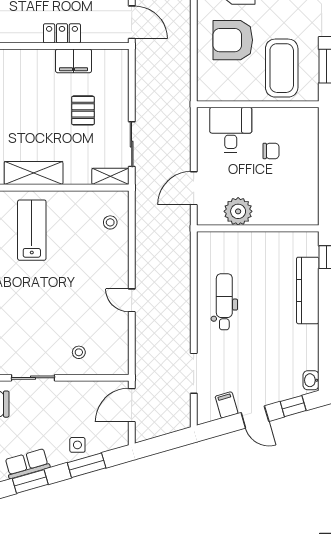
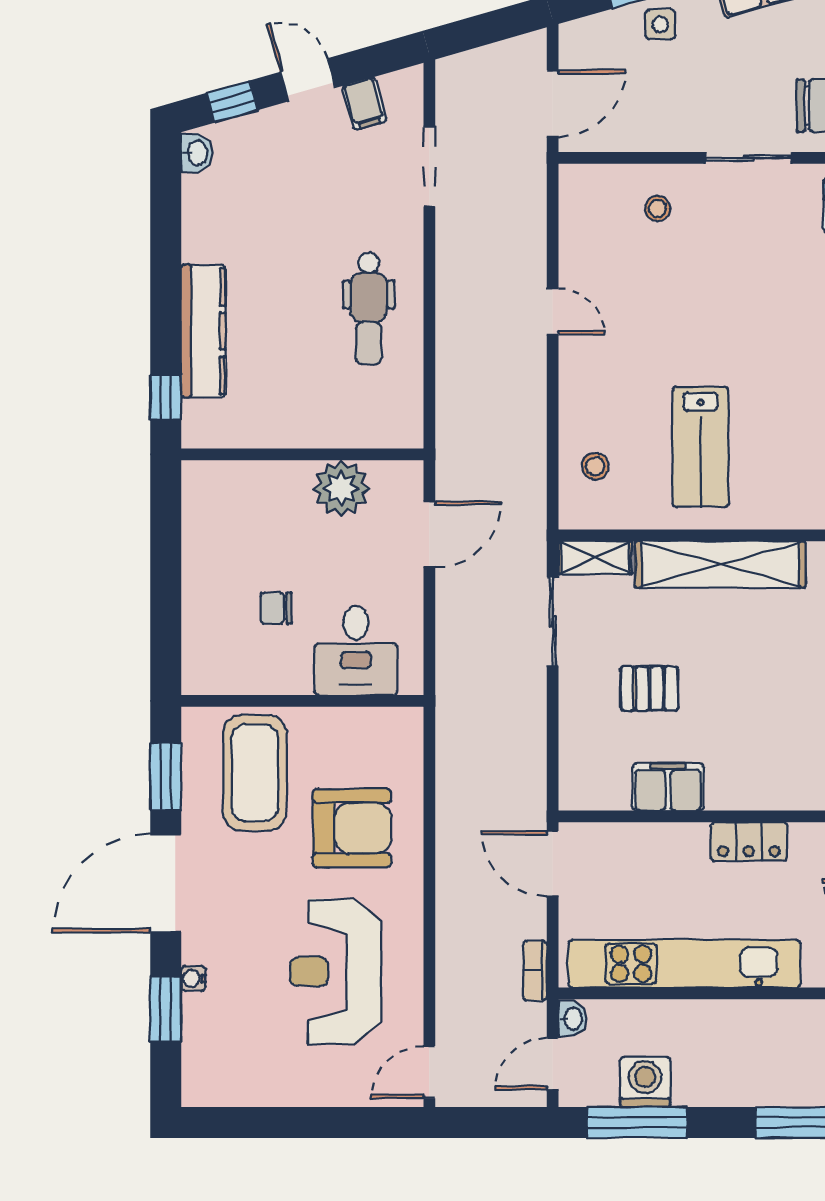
locker: (62, 33) -> (749, 842), moved
pallet: (83, 110) -> (649, 689), turned 90
shelving: (34, 173) -> (720, 564), width x1.47
lab bench: (32, 230) -> (701, 447), moved

